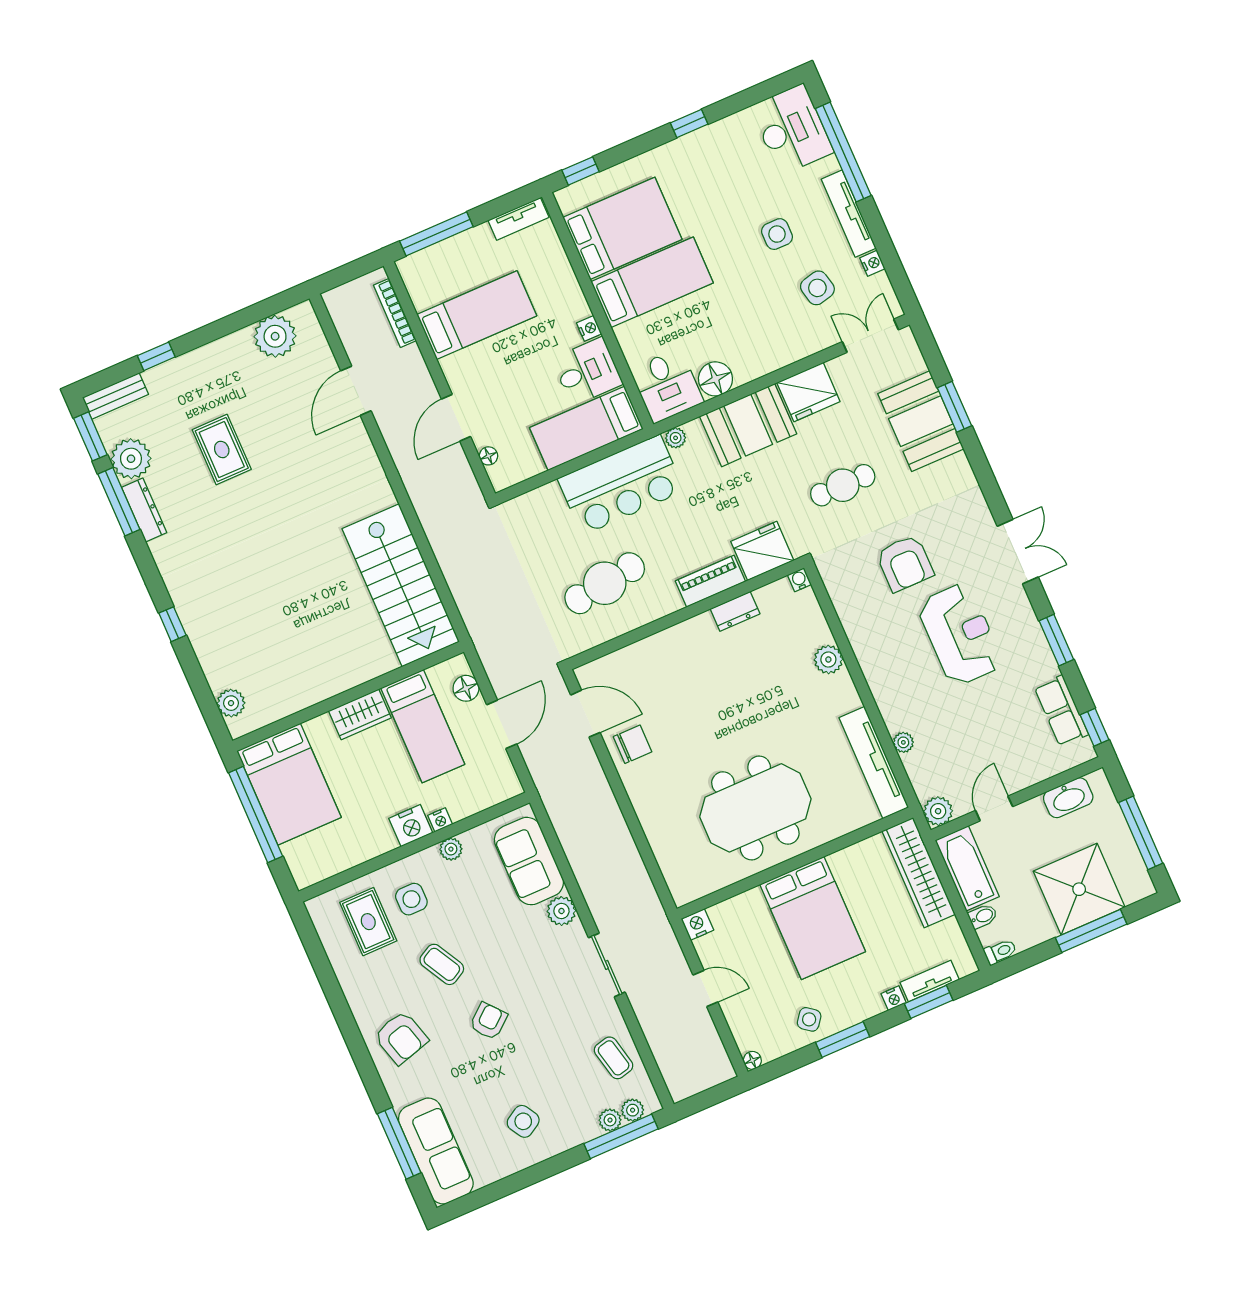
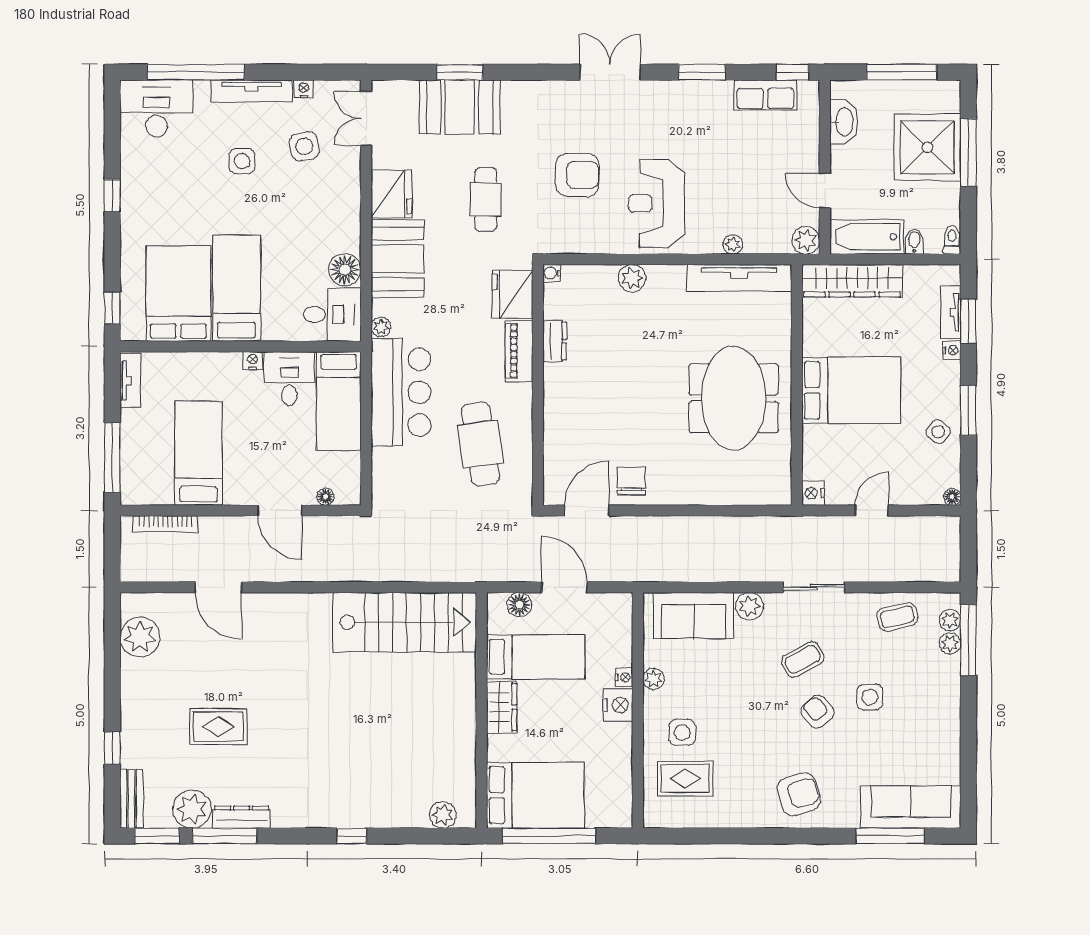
reception desk: (960, 634) -> (656, 203), moved, turned -90
coffee table: (442, 964) -> (803, 659), moved
side table: (523, 1121) -> (870, 697), moved, turned 31

